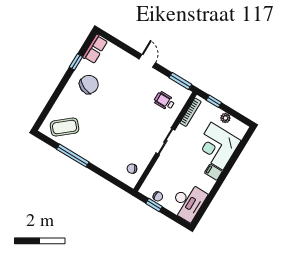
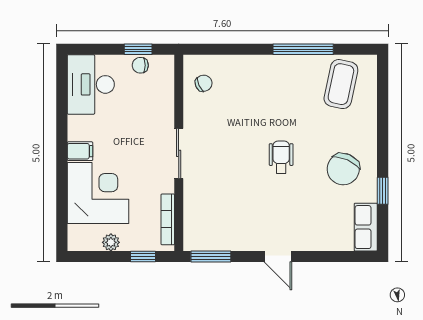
wheelchair: (164, 101) -> (281, 157), moved, turned -90
coffee table: (65, 127) -> (341, 84), turned -38

